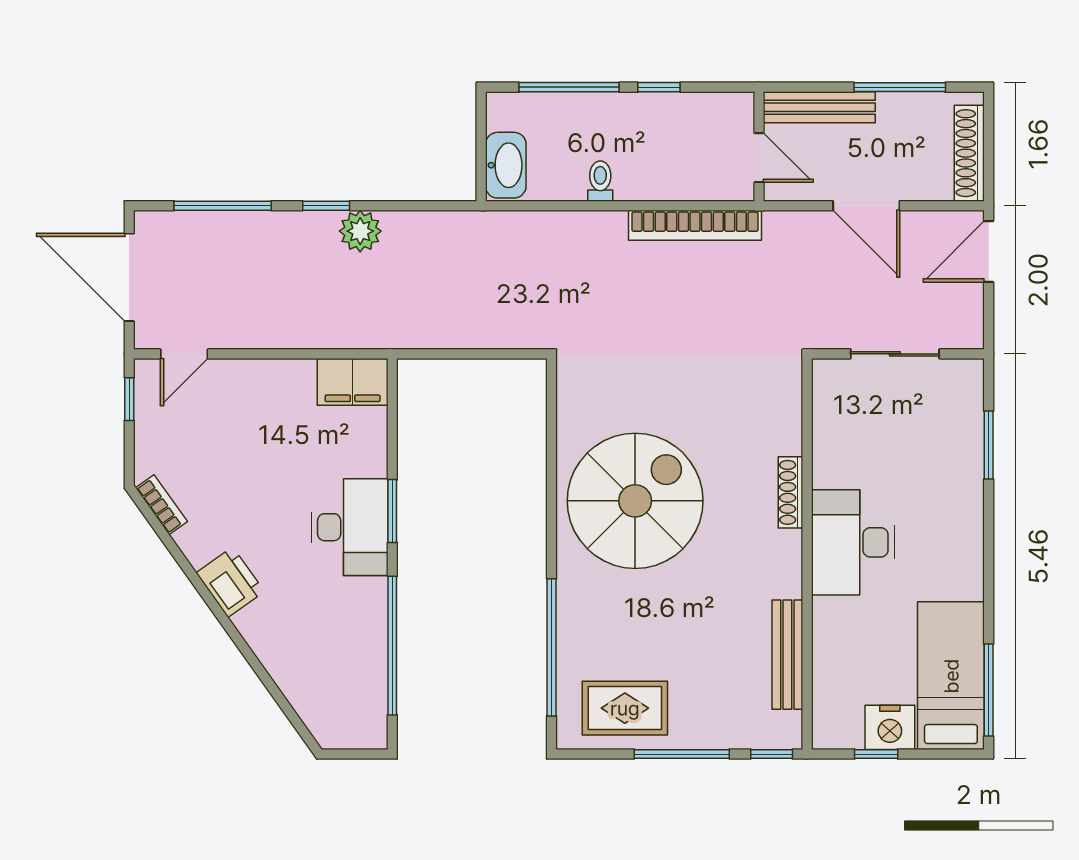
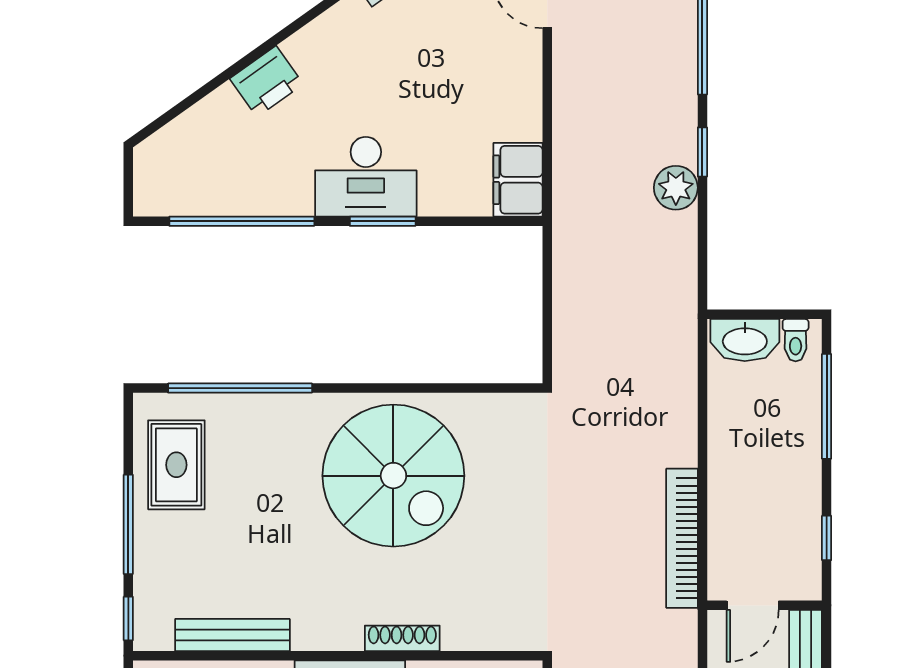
window: (659, 87) -> (827, 538), moved
toilet: (600, 181) -> (796, 340), moved, turned 90
printer: (230, 582) -> (266, 81), moved

